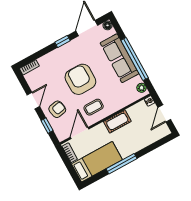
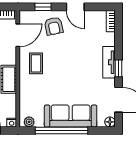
tv unit: (62, 51) -> (109, 62), added
armchair: (80, 79) -> (71, 65), removed
door: (80, 133) -> (18, 35), hinge flipped

